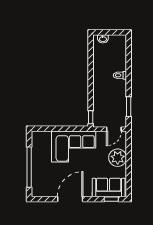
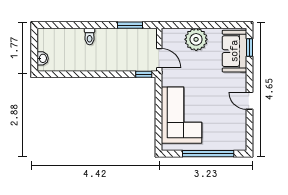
door: (114, 129) -> (159, 58), moved
corner sofa: (74, 146) -> (182, 115), moved
door: (70, 199) -> (249, 101), width x0.53

